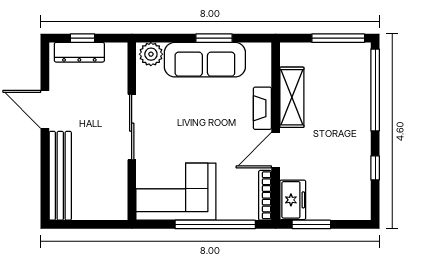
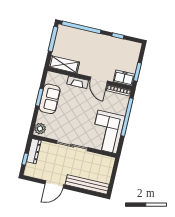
dresser: (79, 52) -> (34, 151), moved
sofa: (205, 60) -> (50, 99), width x0.73
shelving: (292, 97) -> (64, 64), moved

